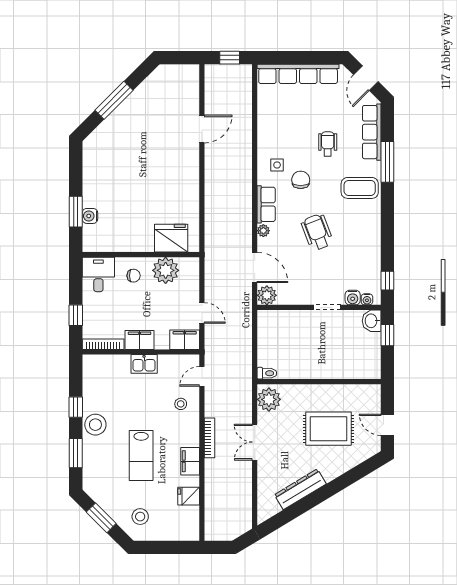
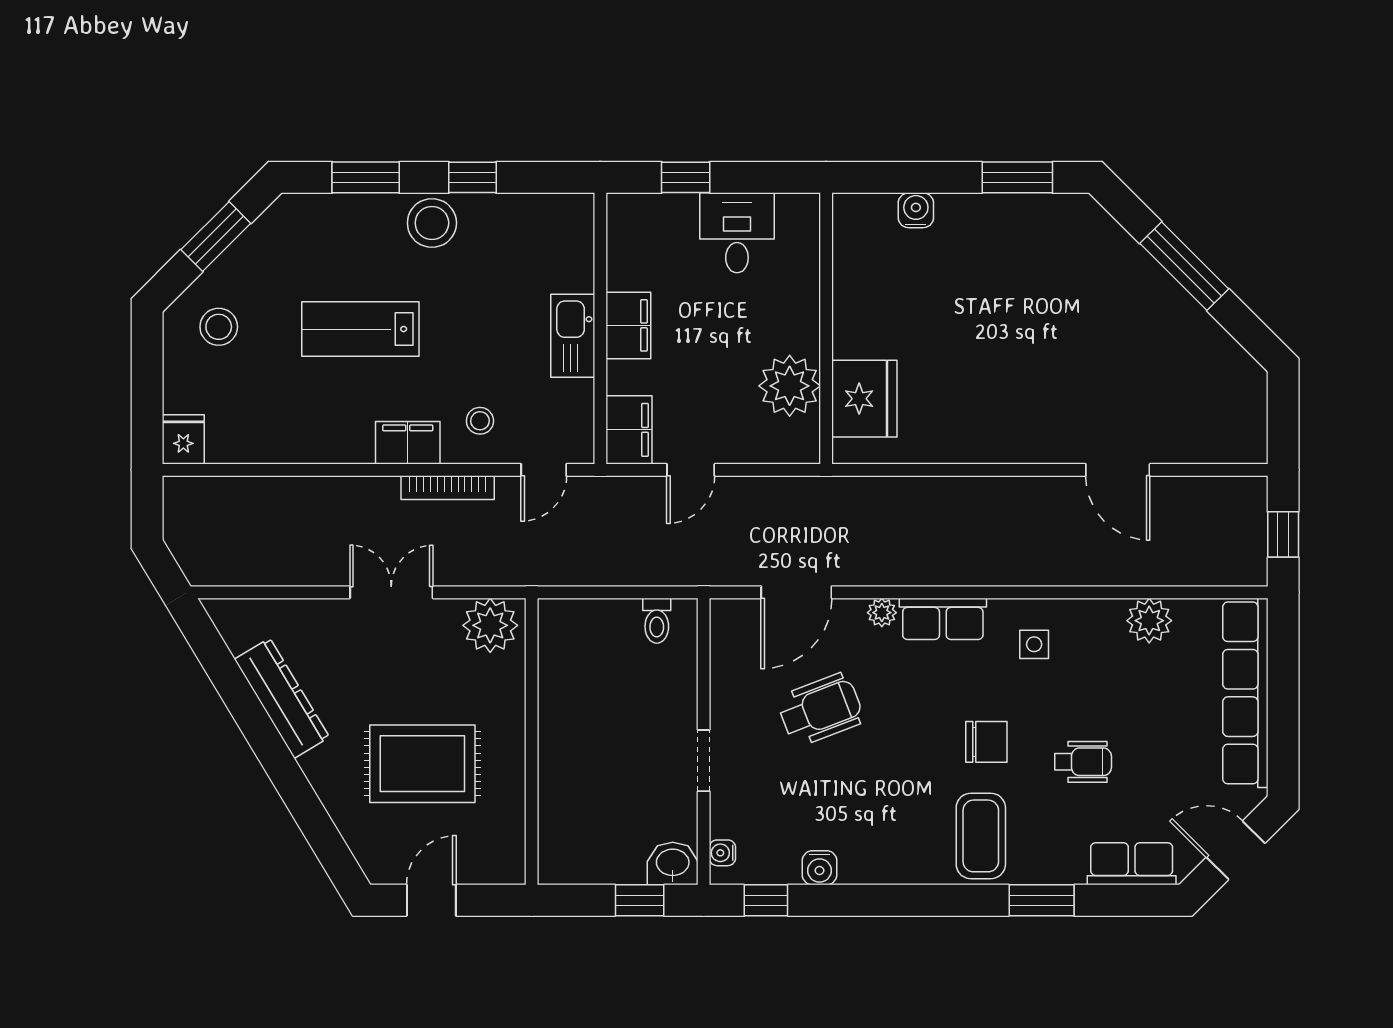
row of seats: (372, 132) -> (1132, 864), width x0.68
window: (387, 162) -> (1042, 900), width x0.69
chair: (301, 180) -> (986, 742), moved
window: (76, 212) -> (1017, 177), moved
wheelchair: (317, 232) -> (820, 710), moved
desk: (98, 274) -> (737, 233), moved, turned -90
chair: (134, 276) -> (777, 311), removed
plant: (267, 295) -> (1149, 621), moved
water cooler: (353, 298) -> (819, 868), moved, turned -90
bookcase: (103, 344) -> (618, 241), removed
kitchen sink: (144, 364) -> (573, 336), width x1.38
toilet: (267, 373) -> (657, 621), moved
door: (202, 376) -> (544, 470), swing flipped
rug: (329, 429) -> (422, 764), turned 90
bookcase: (210, 438) -> (448, 488), moved
filing cabinet: (190, 461) -> (408, 443), moved
fridge: (189, 496) -> (183, 439), moved

